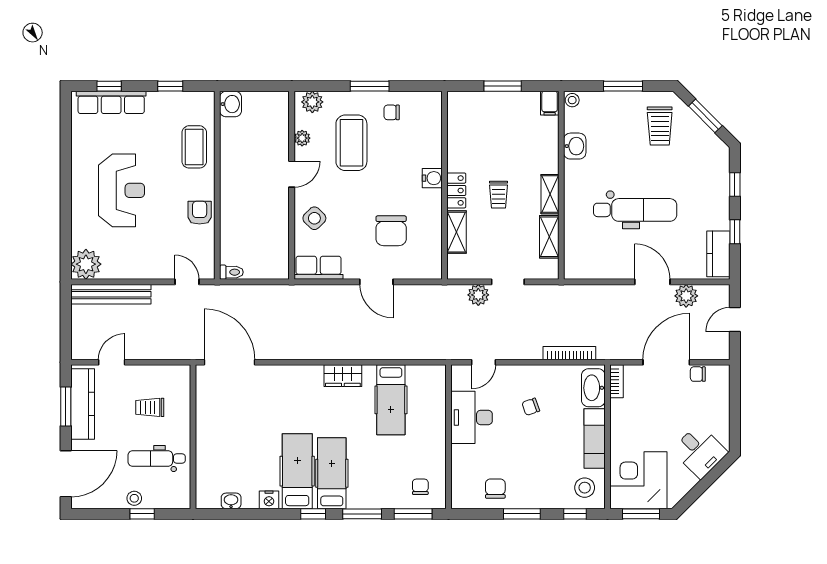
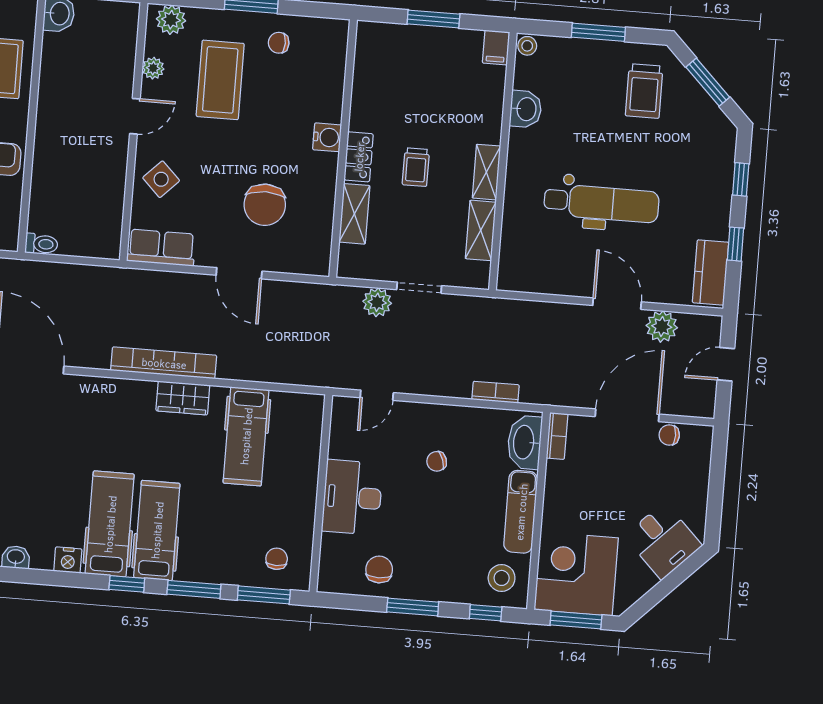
bookcase: (327, 351) -> (164, 363), added
bookcase: (569, 353) -> (496, 392), width x0.64
desk: (472, 417) -> (352, 497), moved

